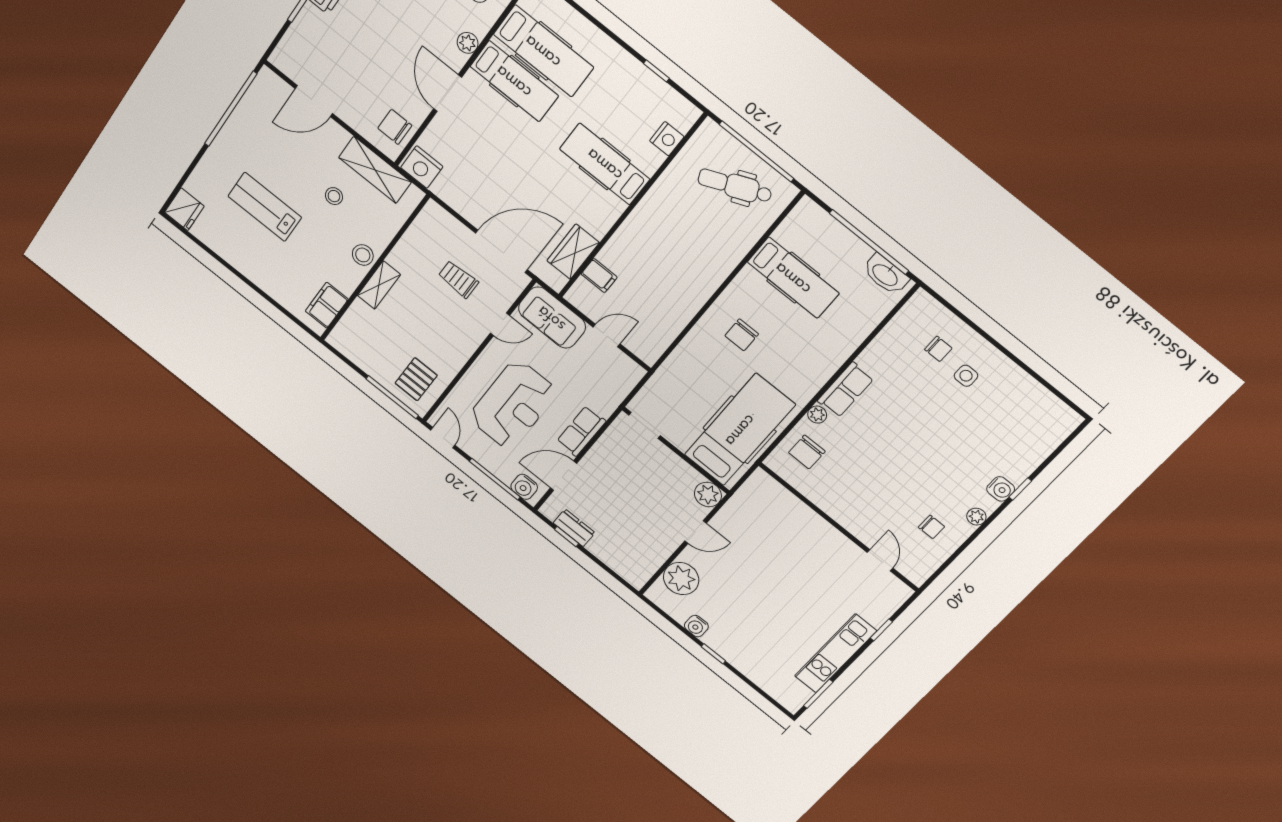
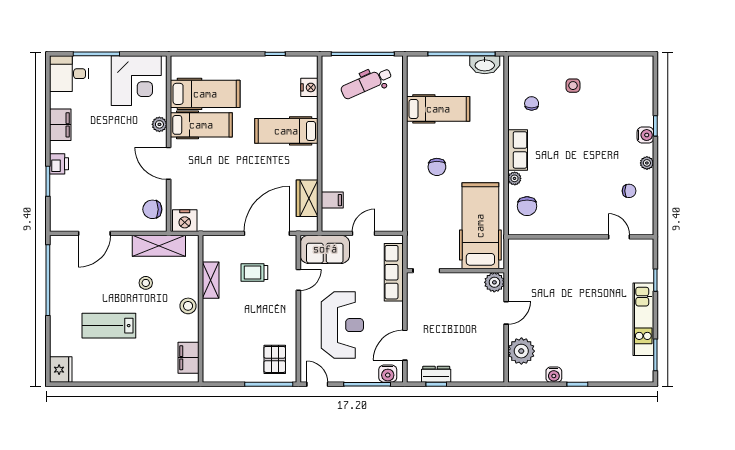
shelving: (379, 285) -> (211, 280), moved
chair: (938, 349) -> (532, 103), moved, turned -90
row of seats: (581, 431) -> (394, 272), moved, width x1.48

